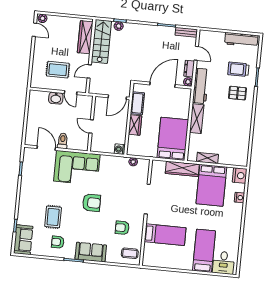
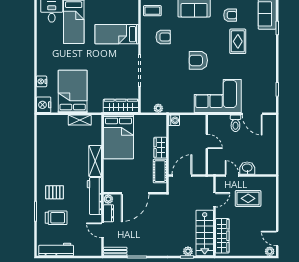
wardrobe: (182, 169) -> (121, 106), moved

